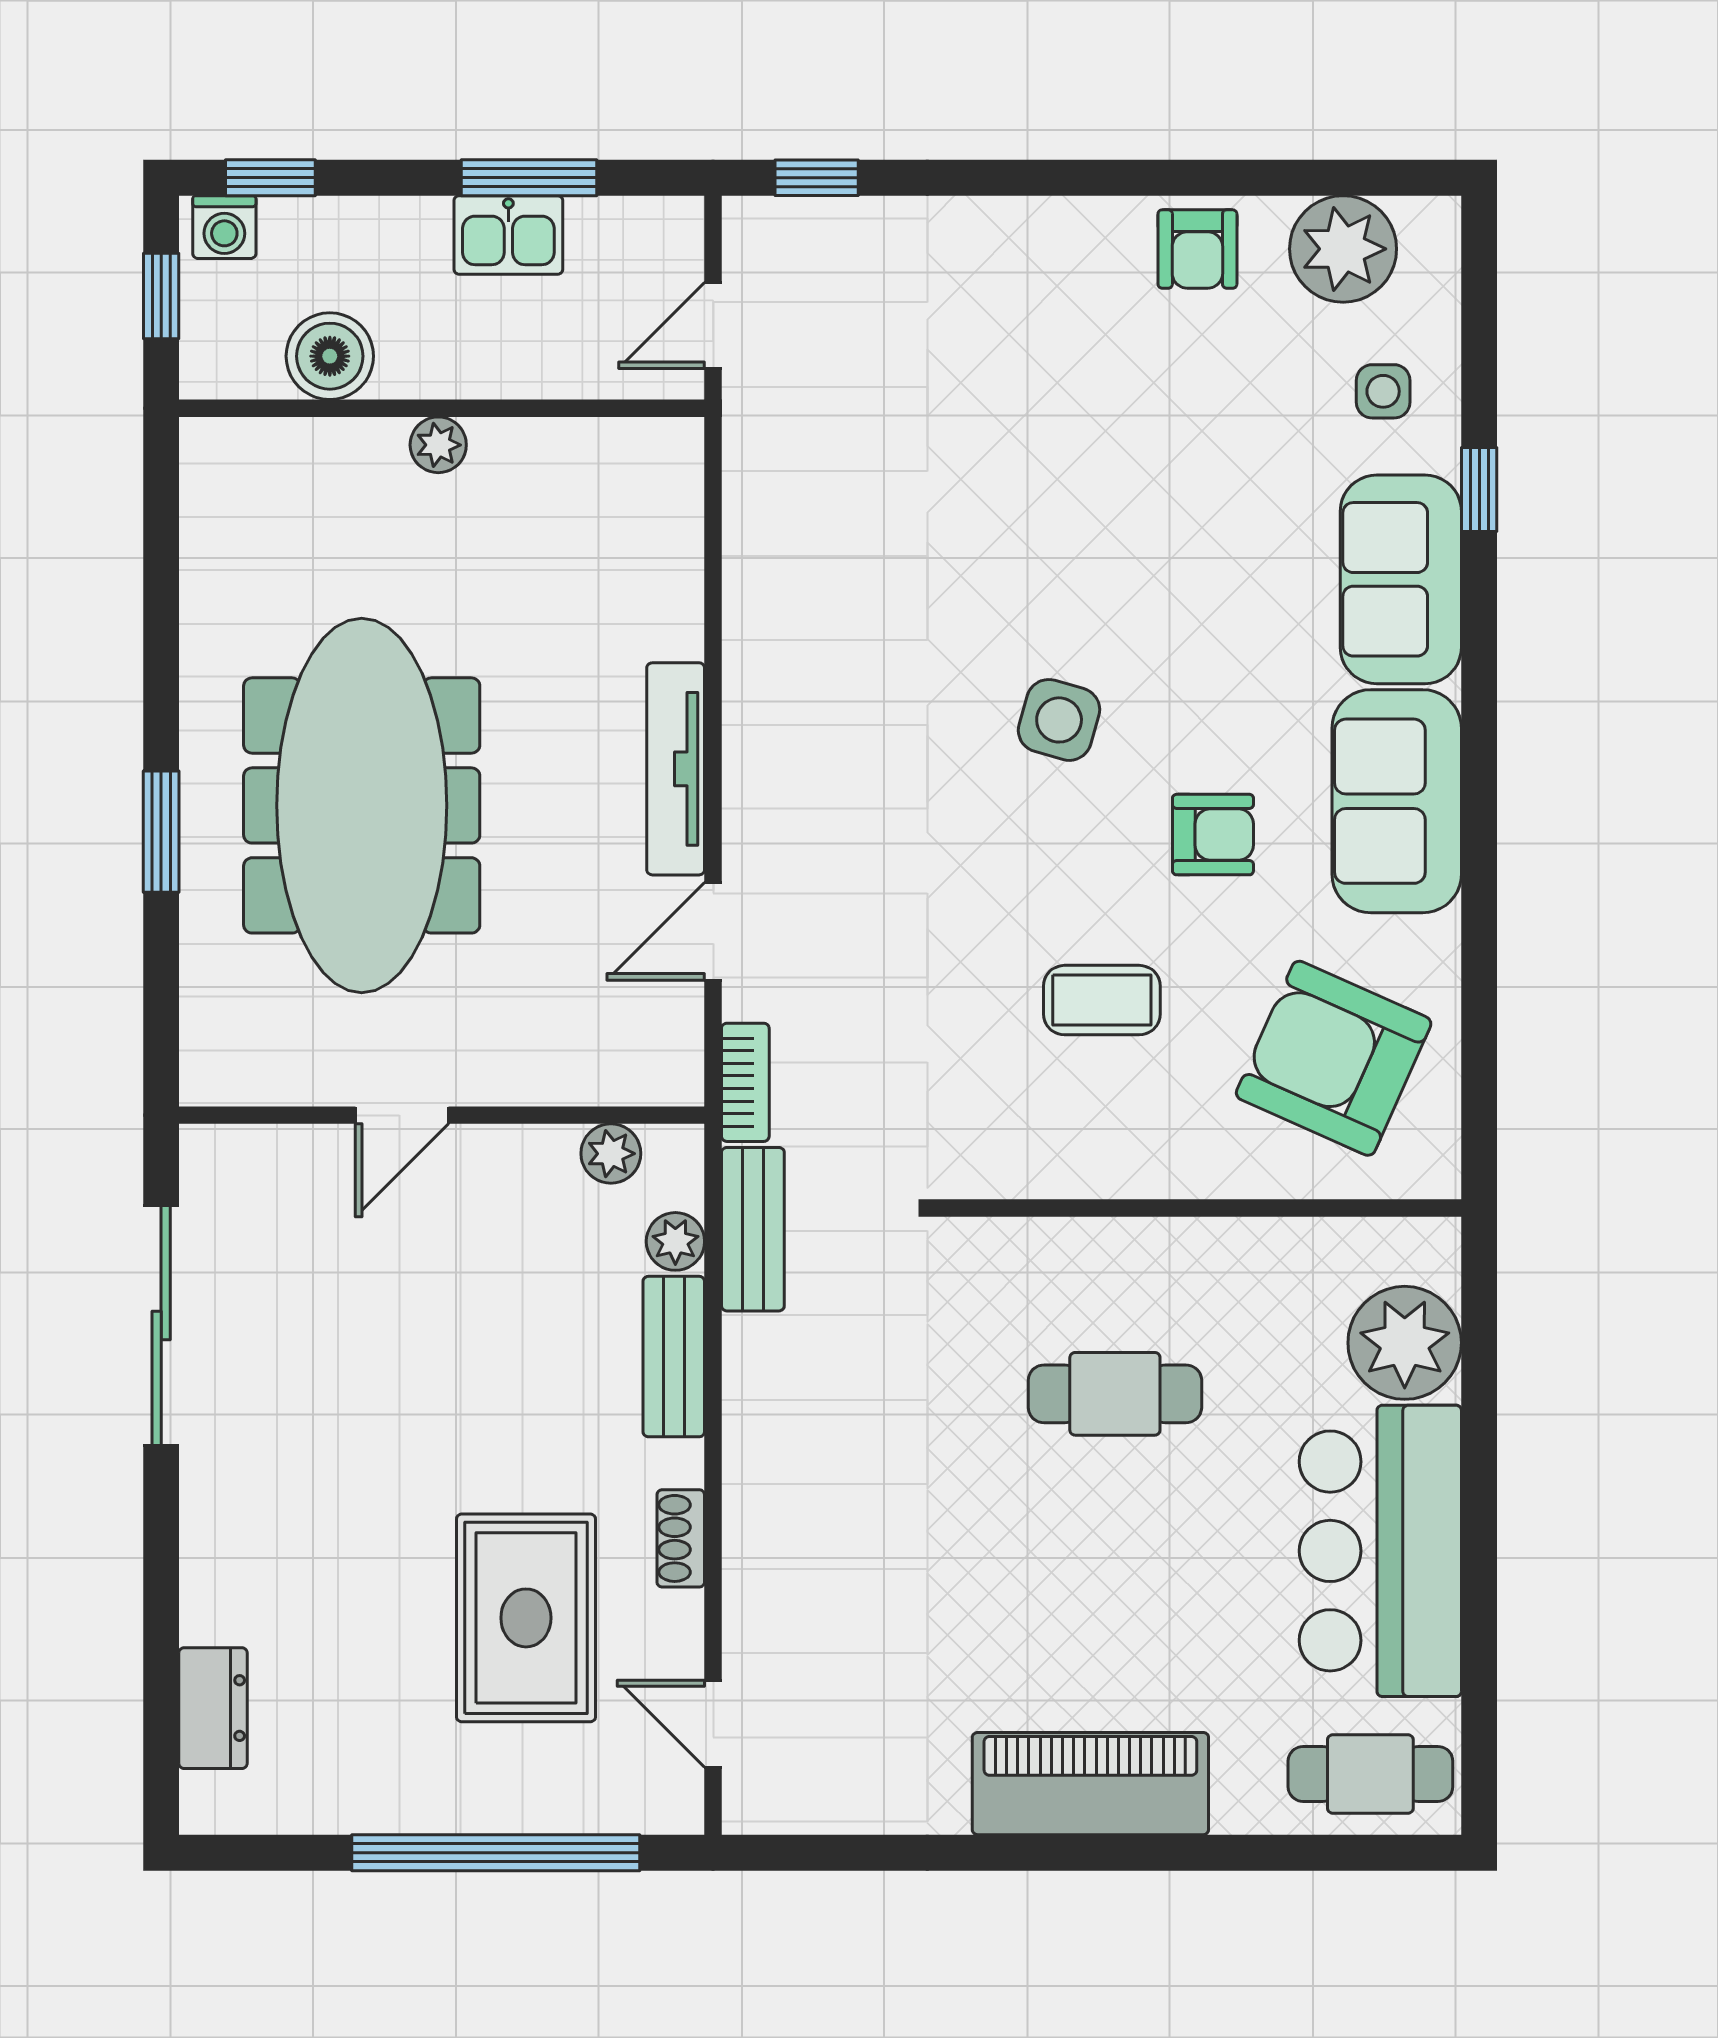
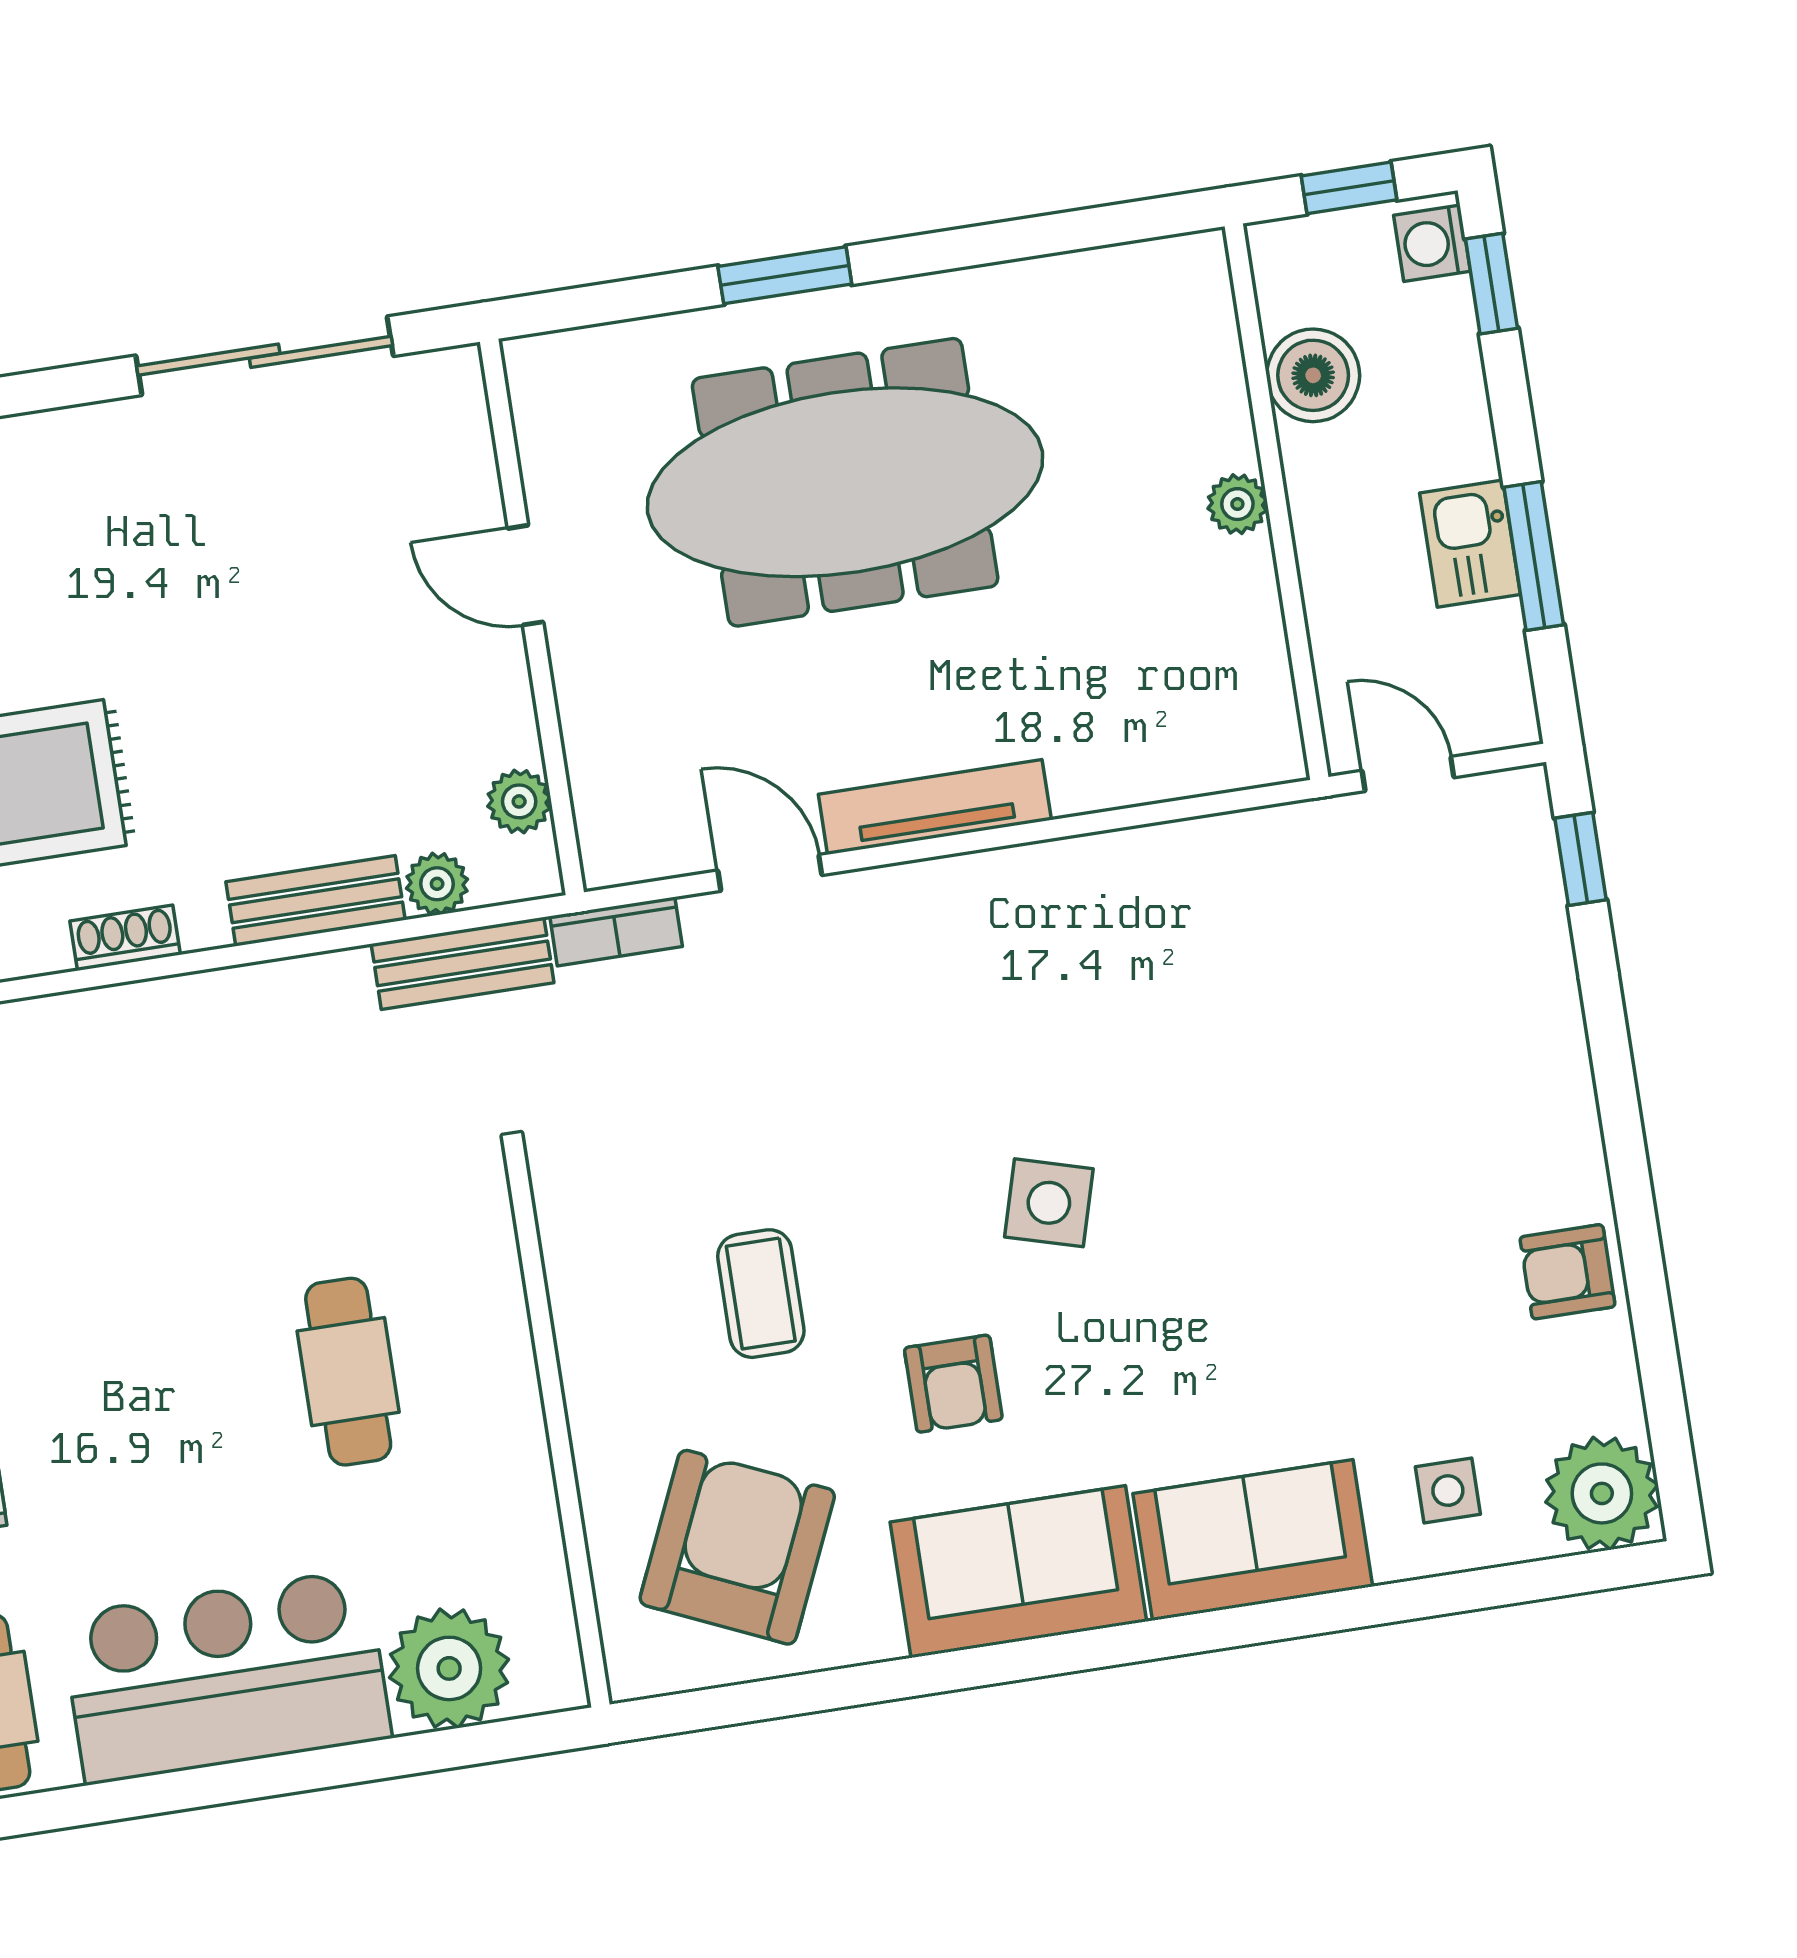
plant: (1343, 249) -> (1602, 1493), moved
window: (1479, 490) -> (1360, 1608), removed

